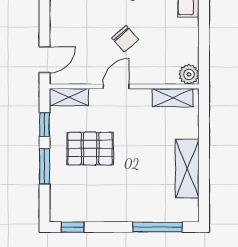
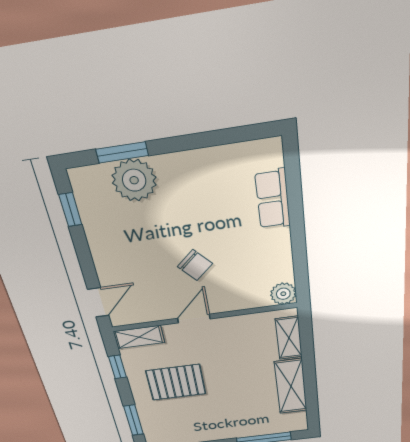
shelving: (173, 98) -> (289, 338), moved, turned 90
window: (45, 166) -> (134, 420), moved

